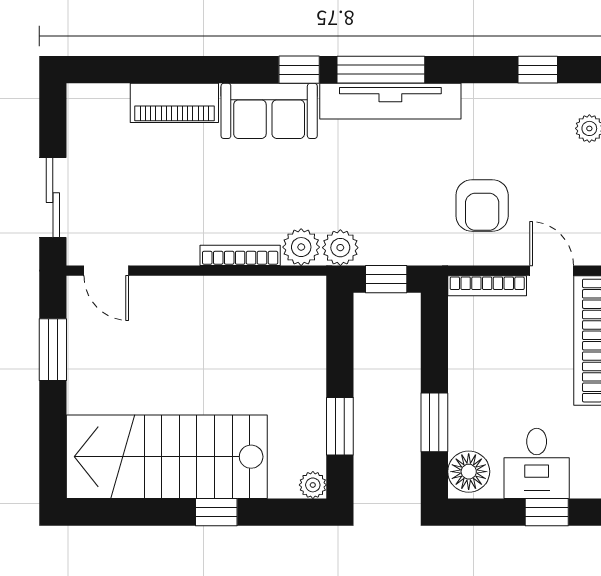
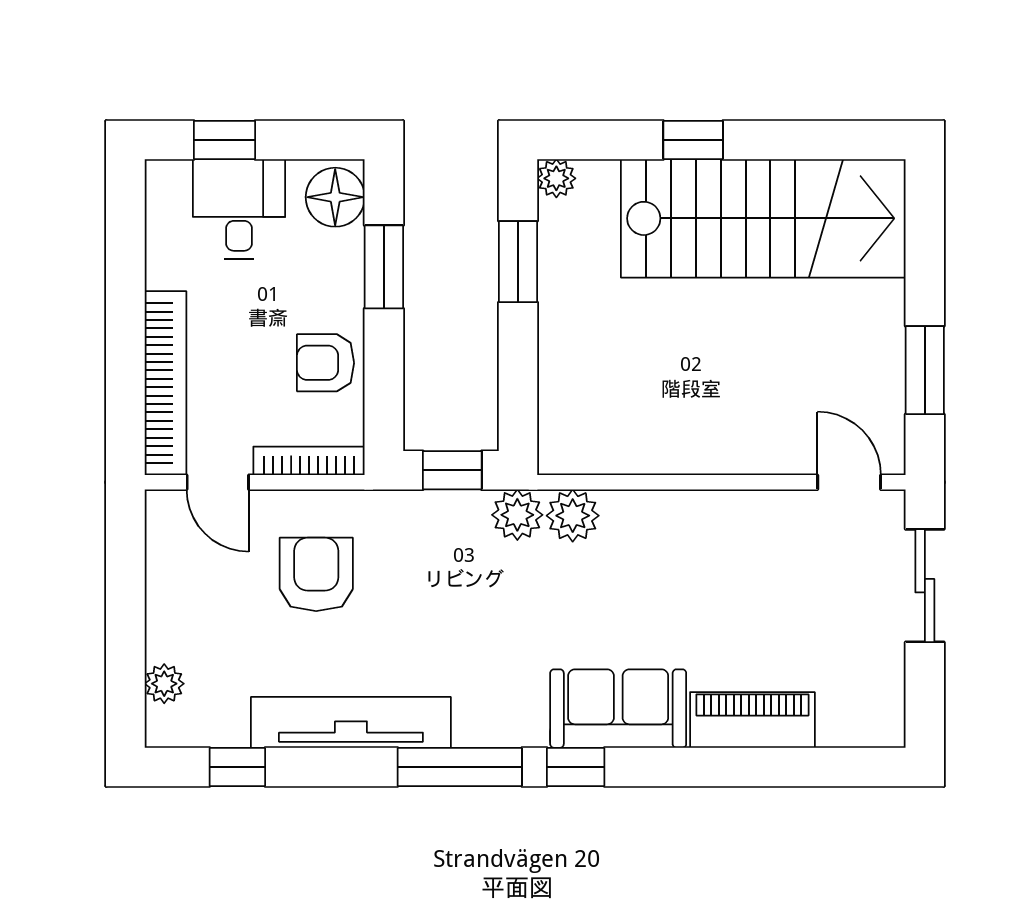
tv unit: (390, 101) -> (351, 722), moved
bookcase: (240, 255) -> (659, 504), removed
armchair: (476, 355) -> (326, 363), added

